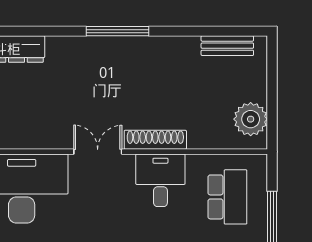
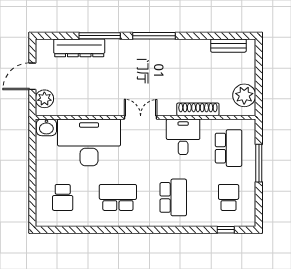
window: (37, 31) -> (100, 36), added
shoe rack: (155, 140) -> (198, 109), moved

